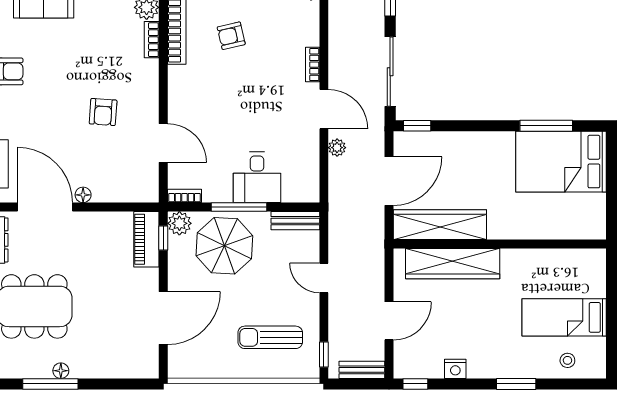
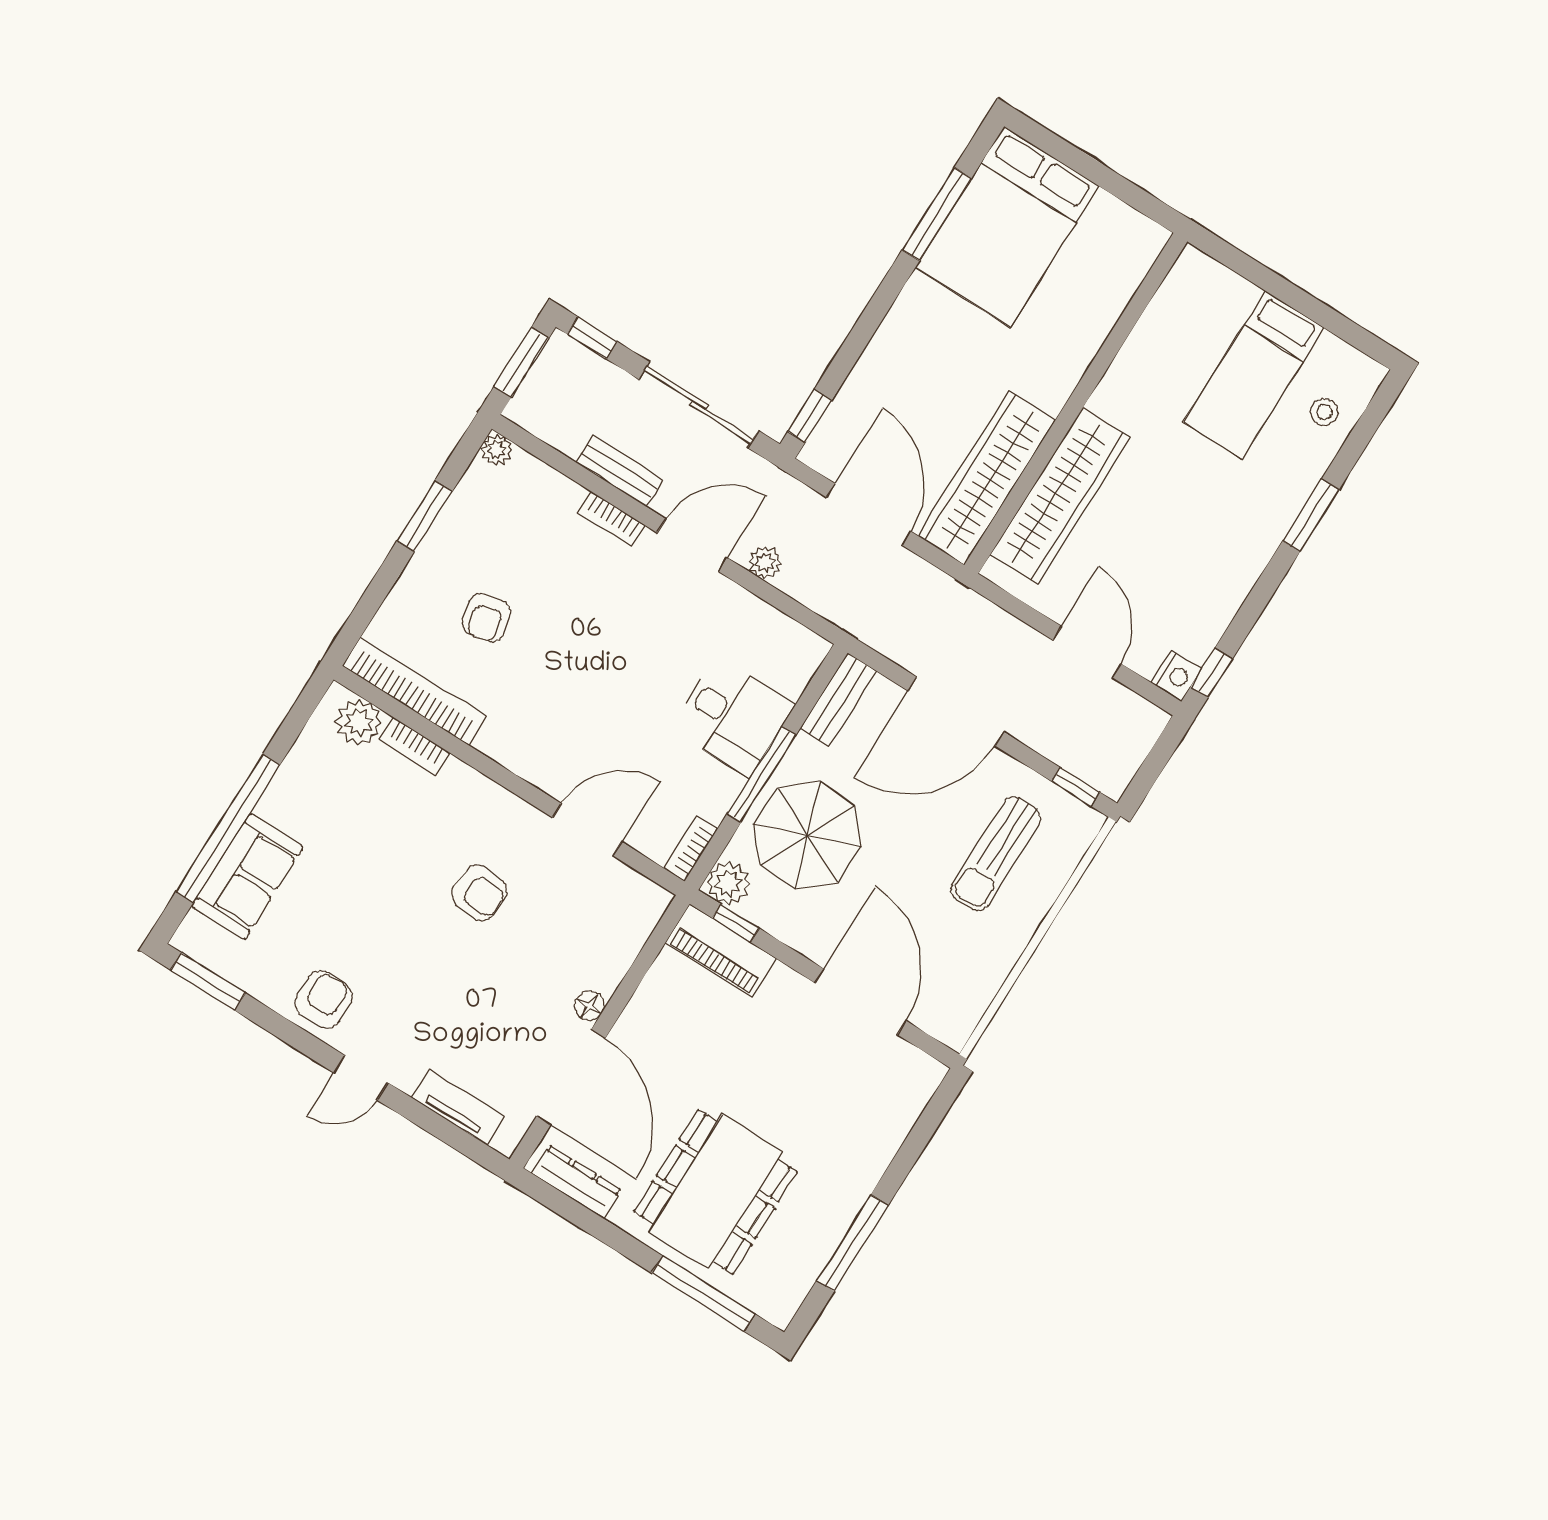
door: (45, 207) -> (571, 1077), swing flipped
door: (324, 278) -> (956, 711), width x1.87
nightstand: (455, 369) -> (1177, 676), moved
bench: (362, 370) -> (619, 471), moved, turned 90
floor lamp: (61, 371) -> (842, 1214), removed

